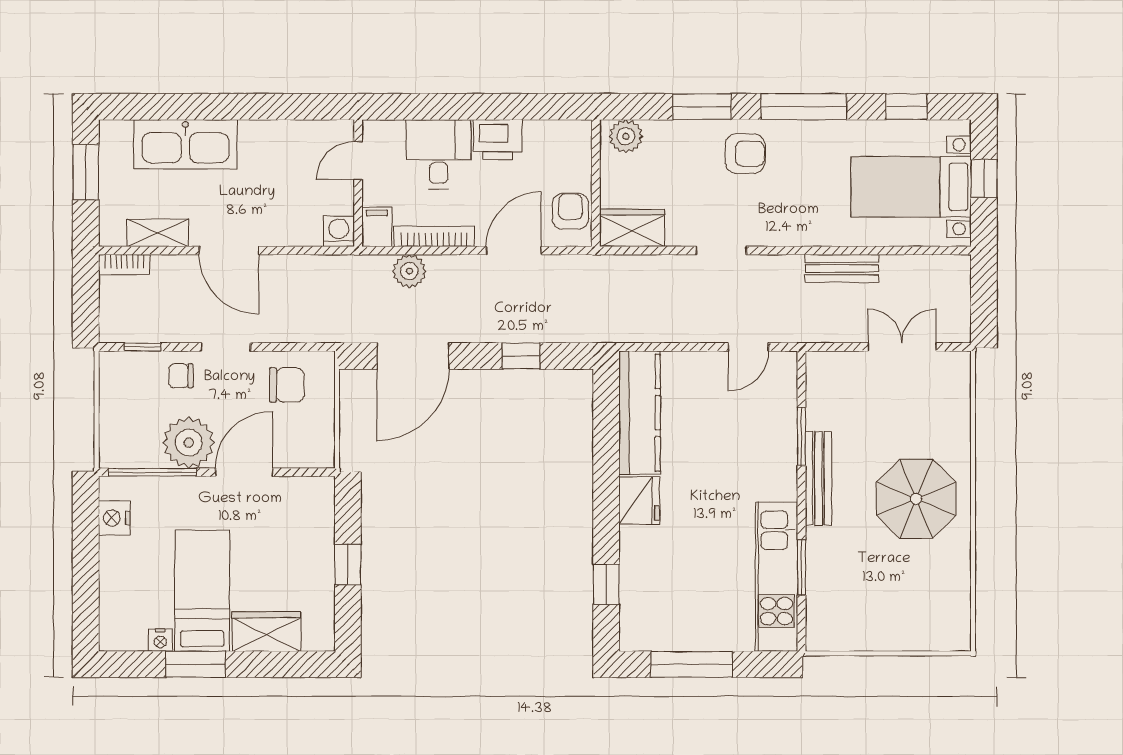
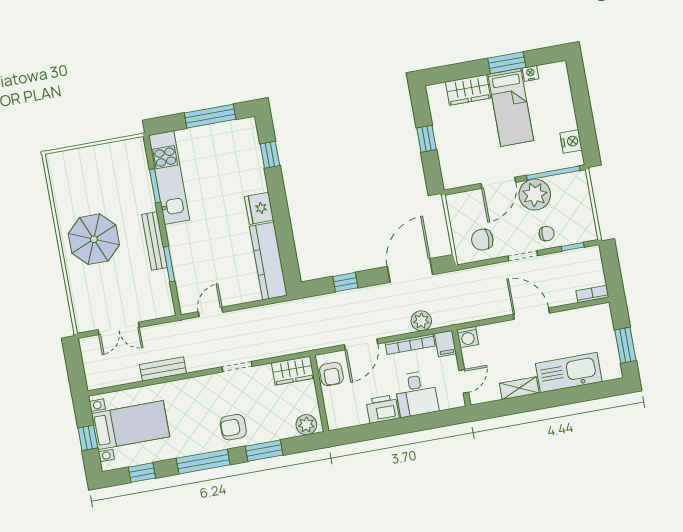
shelving: (158, 233) -> (519, 388), moved

